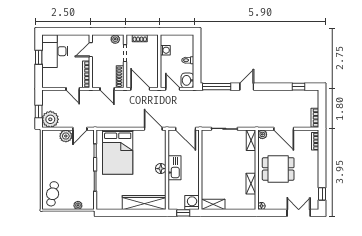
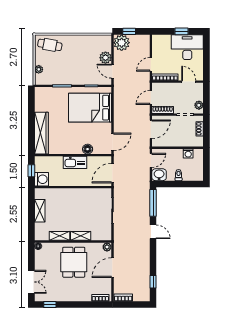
shelving: (251, 140) -> (81, 236), moved
floor lamp: (161, 169) -> (88, 149), moved
shelving: (213, 204) -> (40, 211), moved

